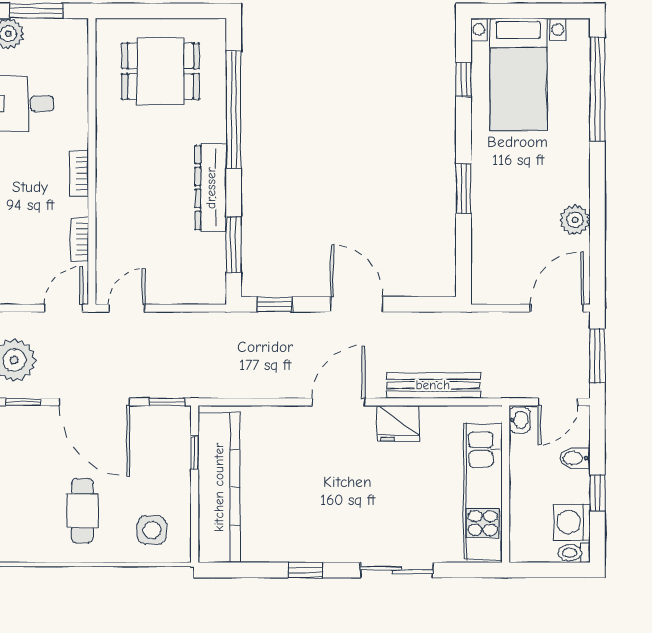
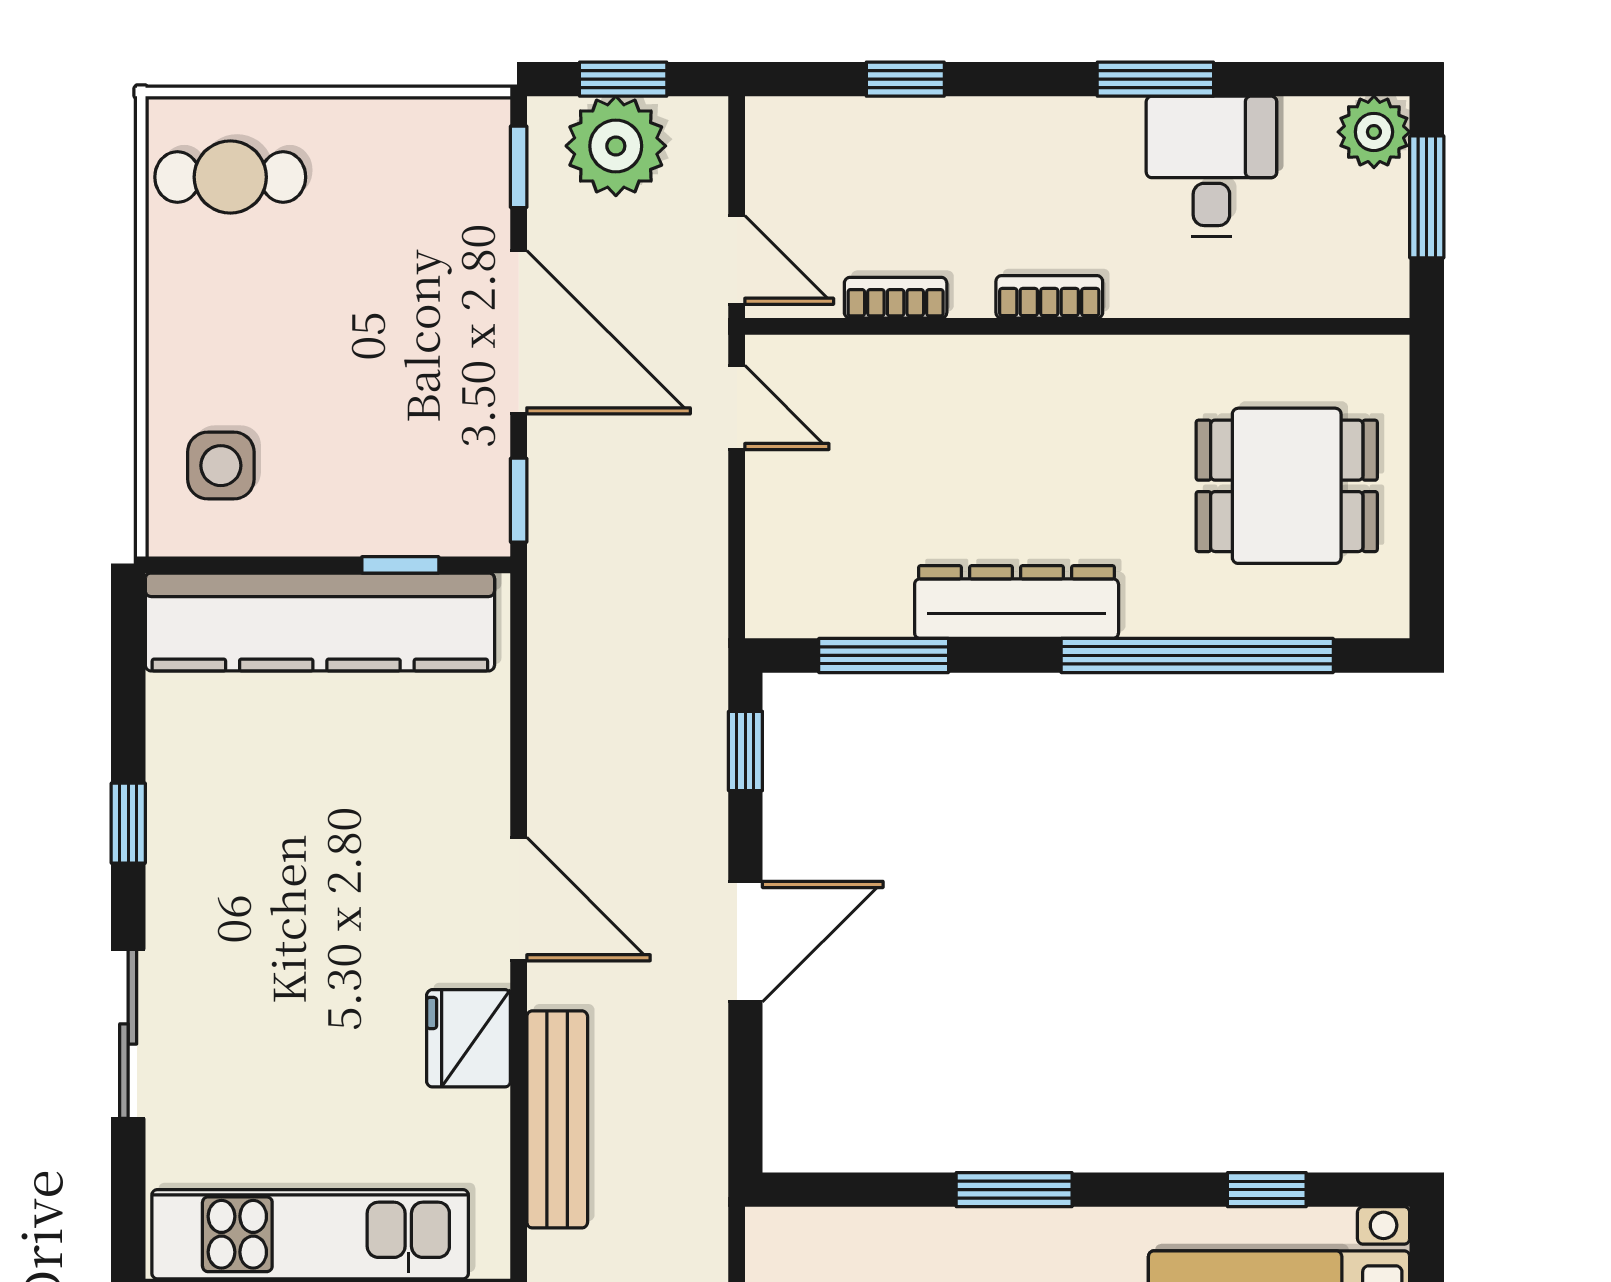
dining table: (161, 71) -> (1287, 486), turned 90
door: (94, 402) -> (519, 332), swing flipped
cafe table: (82, 511) -> (230, 177), moved

